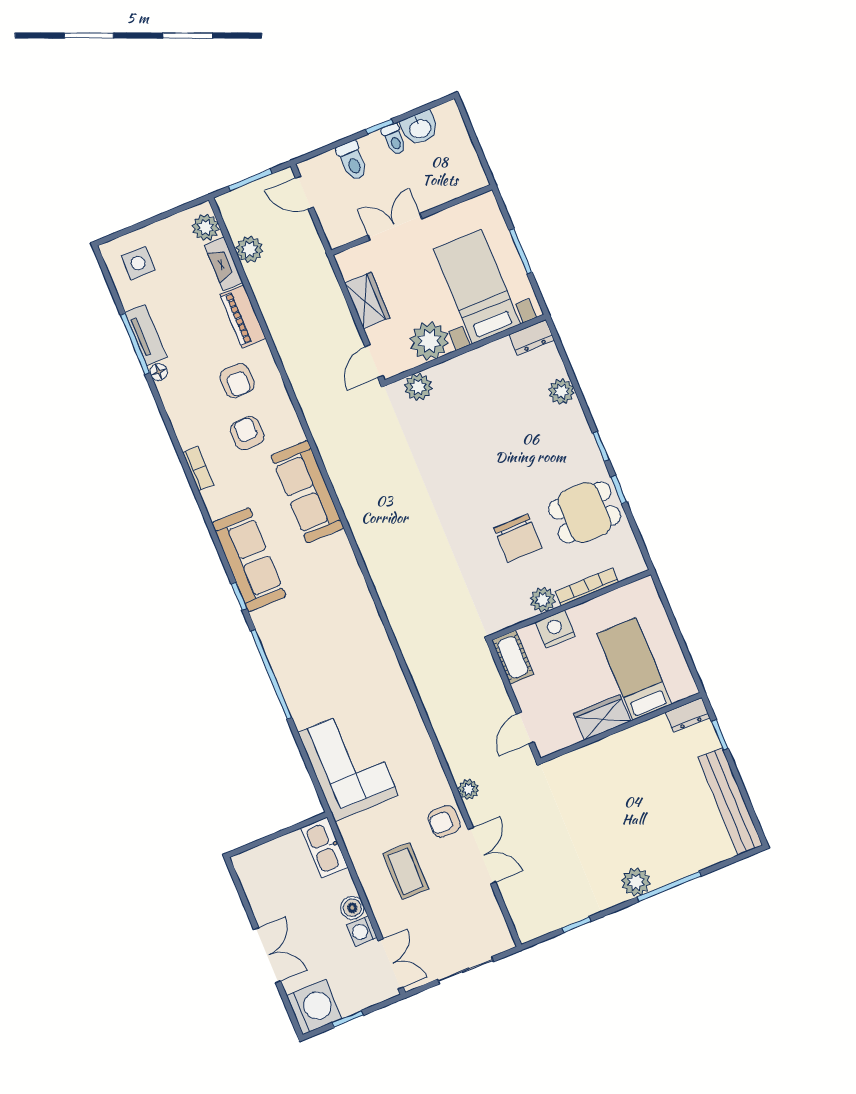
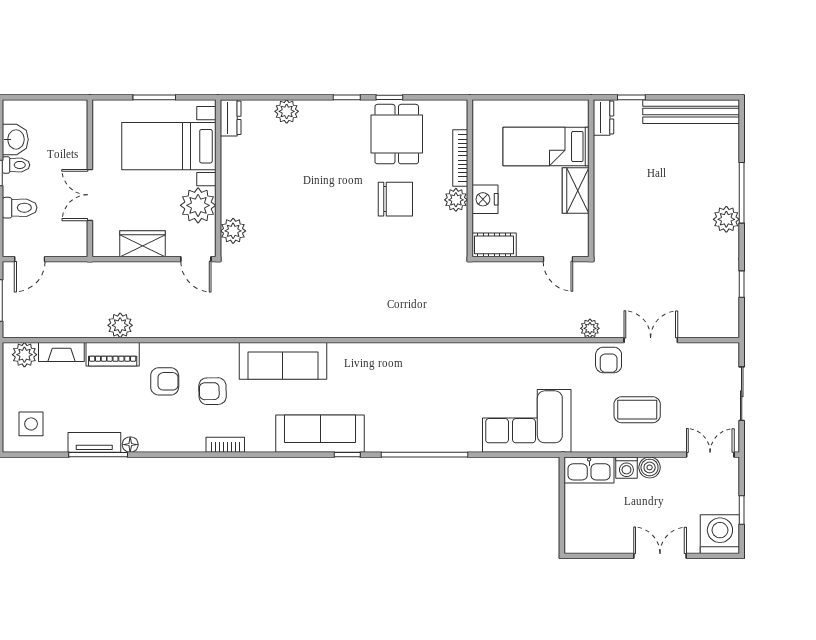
plant: (249, 249) -> (120, 325), moved
washing machine: (362, 931) -> (626, 468), moved

